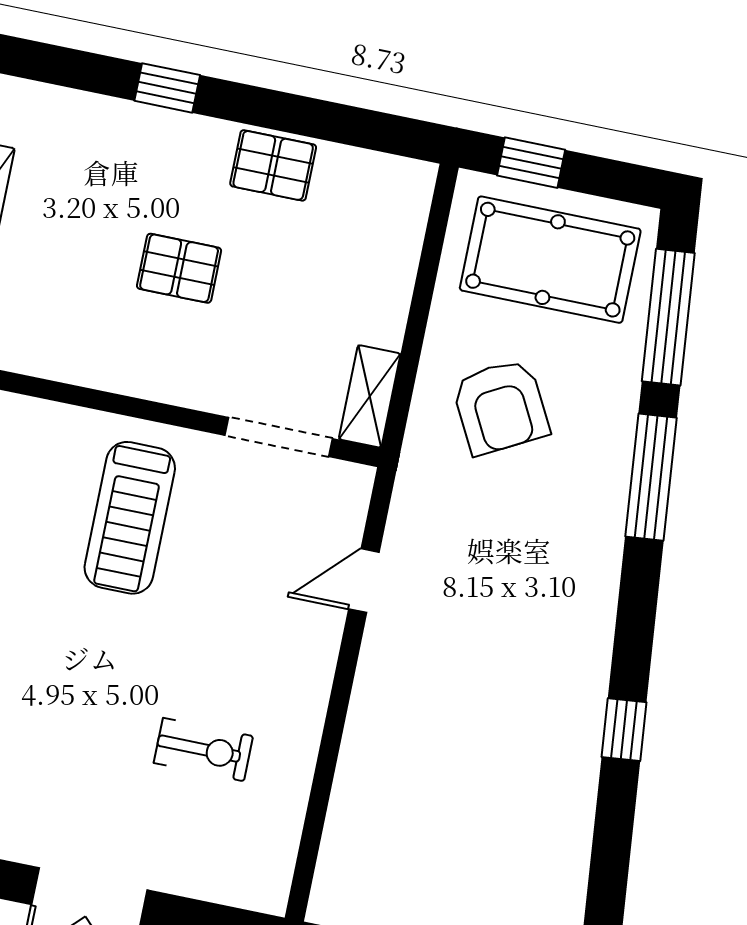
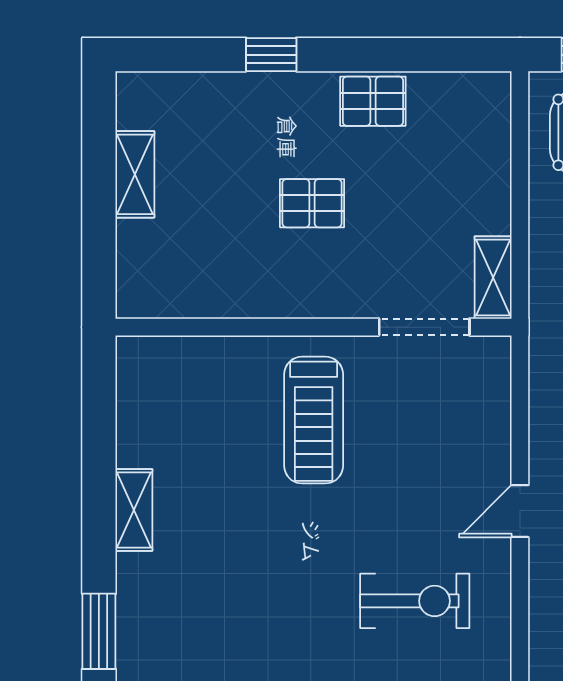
door: (364, 581) -> (520, 511), moved
exercise bike: (203, 750) -> (415, 601), width x1.38, depth x1.39

